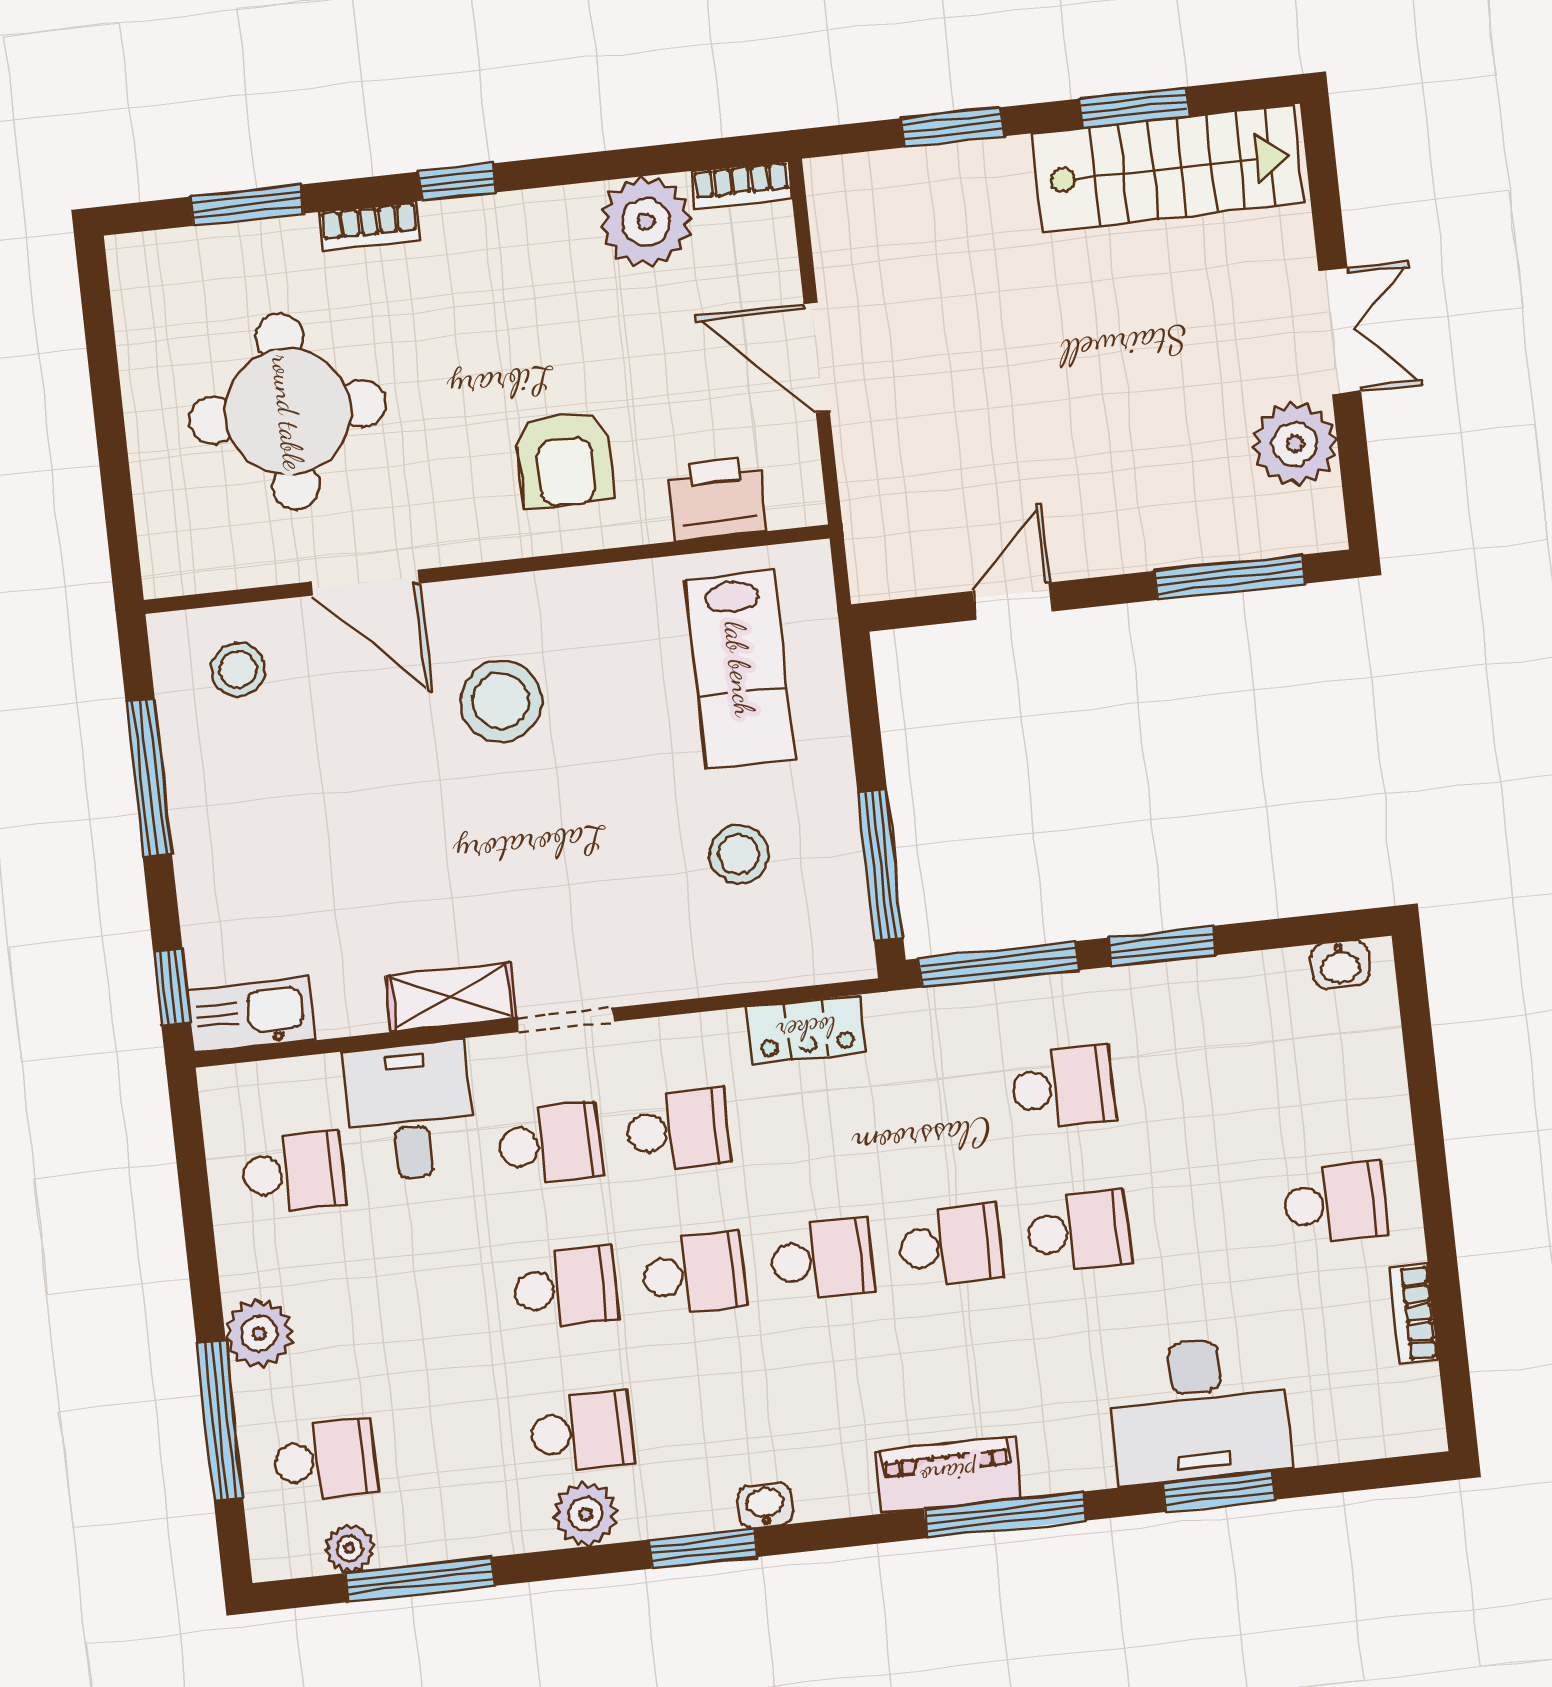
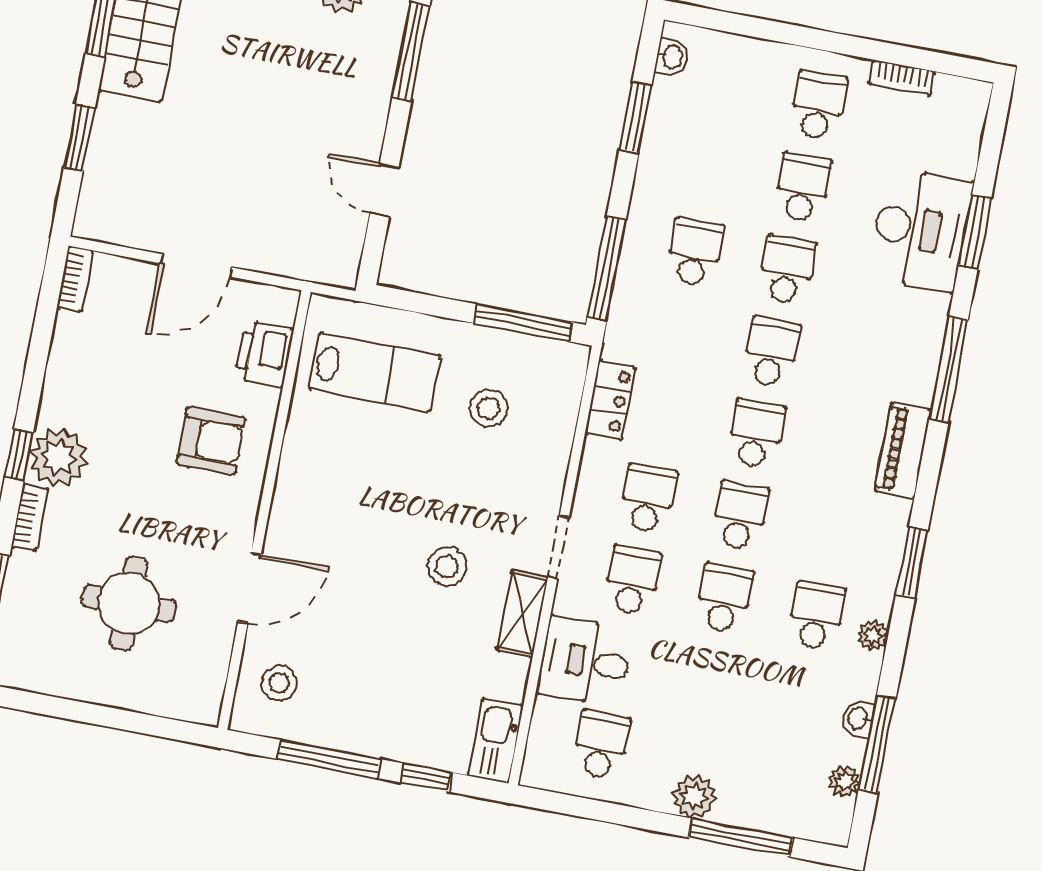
plant: (646, 222) -> (58, 457), moved
round table: (288, 412) -> (129, 603), width x0.73, depth x0.73
stool: (501, 701) -> (447, 566), moved, width x0.73, depth x0.73
window: (1162, 946) -> (635, 118), moved
window: (172, 987) -> (426, 778), moved
school desk: (325, 1460) -> (803, 188), moved
piano: (948, 1475) -> (903, 450), moved
washbasin: (765, 1505) -> (858, 718), moved
plant: (586, 1514) -> (873, 636), width x0.73, depth x0.73

